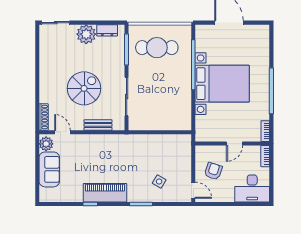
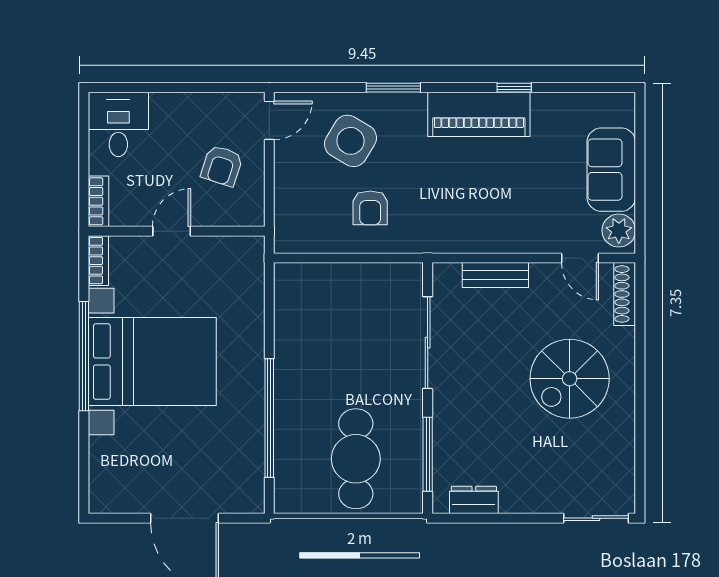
plant: (86, 34) -> (524, 491), removed
cafe table: (157, 48) -> (356, 459), turned 90
bed with nightstands: (222, 84) -> (152, 362), moved, turned 180
spiral stairs: (84, 88) -> (570, 379), moved
armchair: (151, 153) -> (370, 208), added
side table: (159, 182) -> (351, 141), width x1.87, depth x1.87
desk: (252, 188) -> (118, 124), width x0.73
door: (193, 190) -> (269, 120), swing flipped

